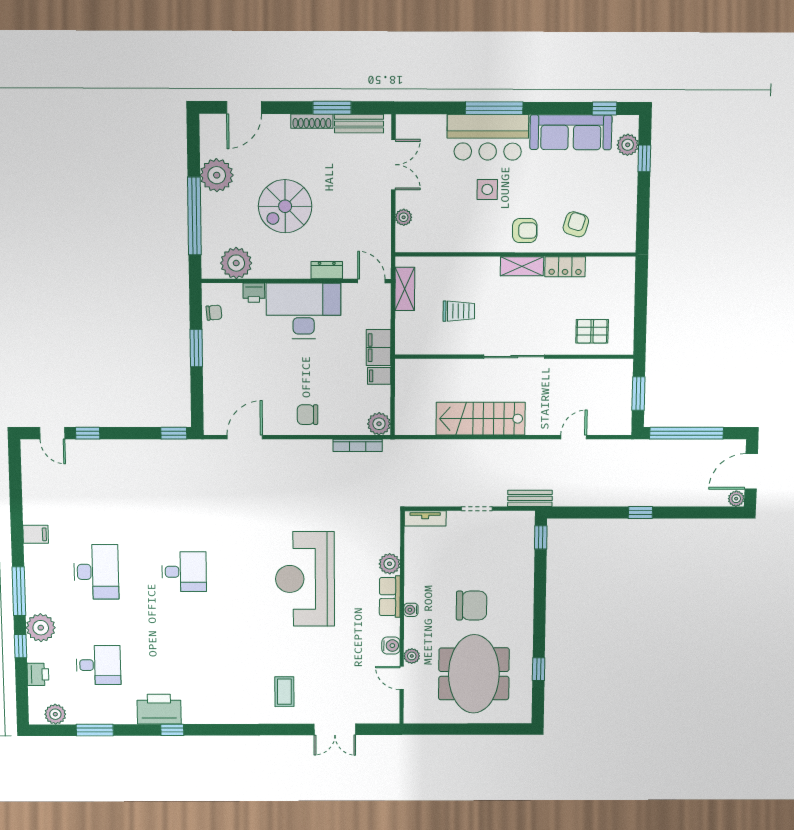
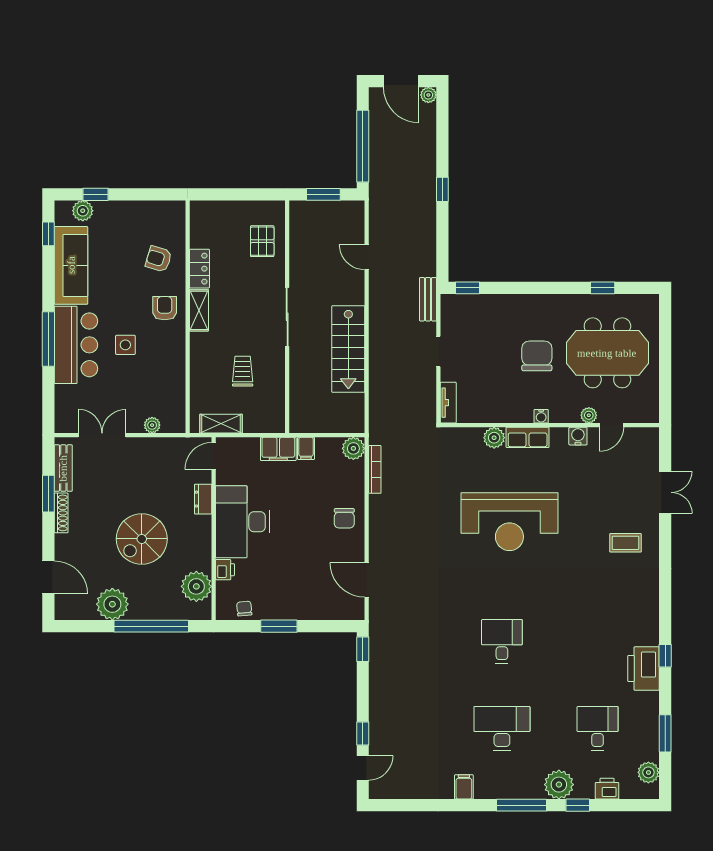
spiral stairs: (285, 206) -> (142, 539), turned 90

